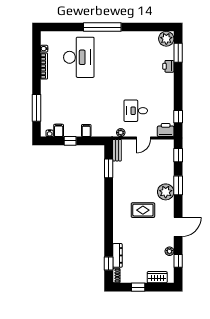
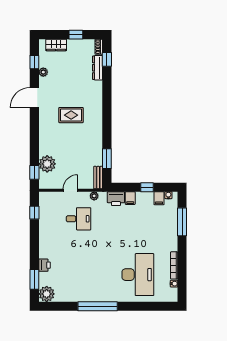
window: (102, 27) -> (98, 306), moved
desk: (79, 57) -> (138, 275), turned 180
printer: (166, 130) -> (116, 199), moved
window: (178, 185) -> (34, 141), removed
plant: (166, 192) -> (47, 164), moved

